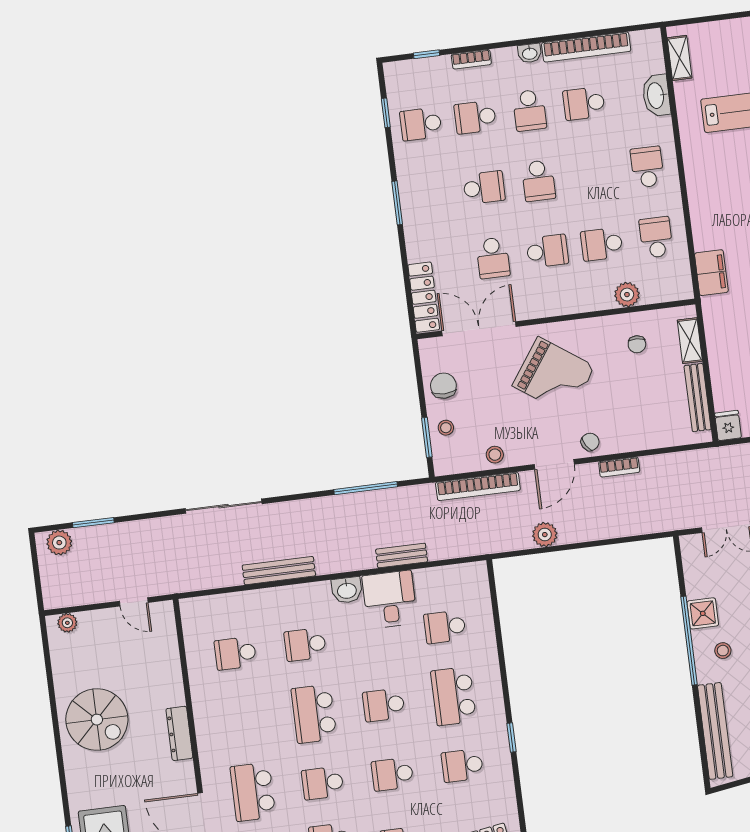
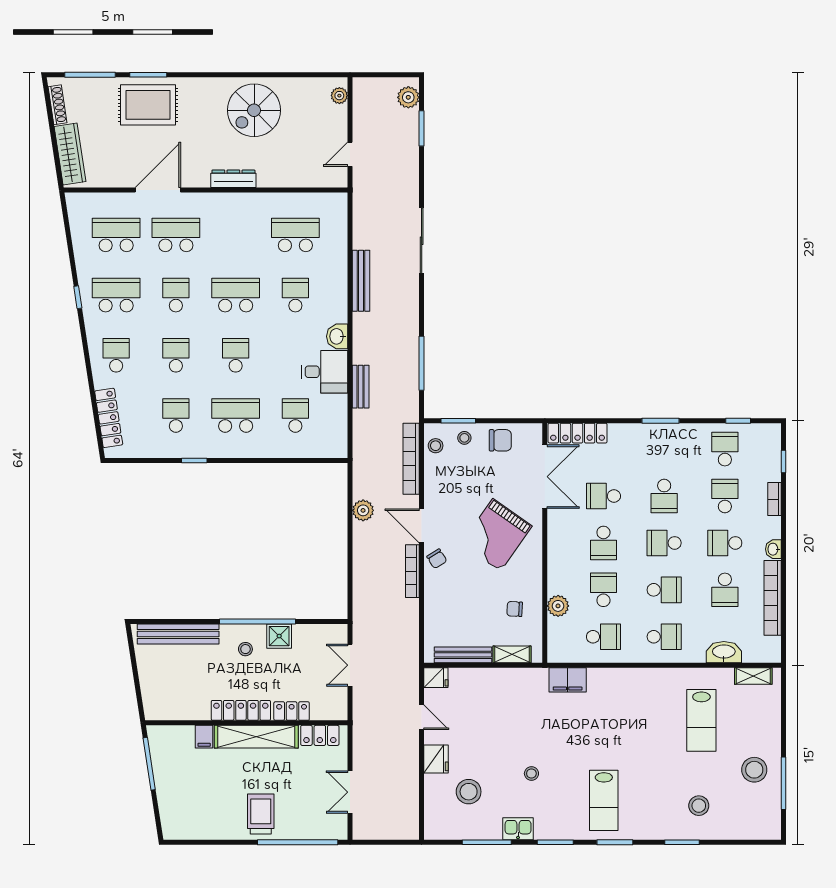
school desk: (584, 103) -> (725, 590), turned 180
school desk: (593, 174) -> (664, 590), added
stool: (495, 455) -> (436, 446), moved
bookcase: (619, 467) -> (412, 571), width x1.56
school desk: (235, 653) -> (295, 235), width x1.85

